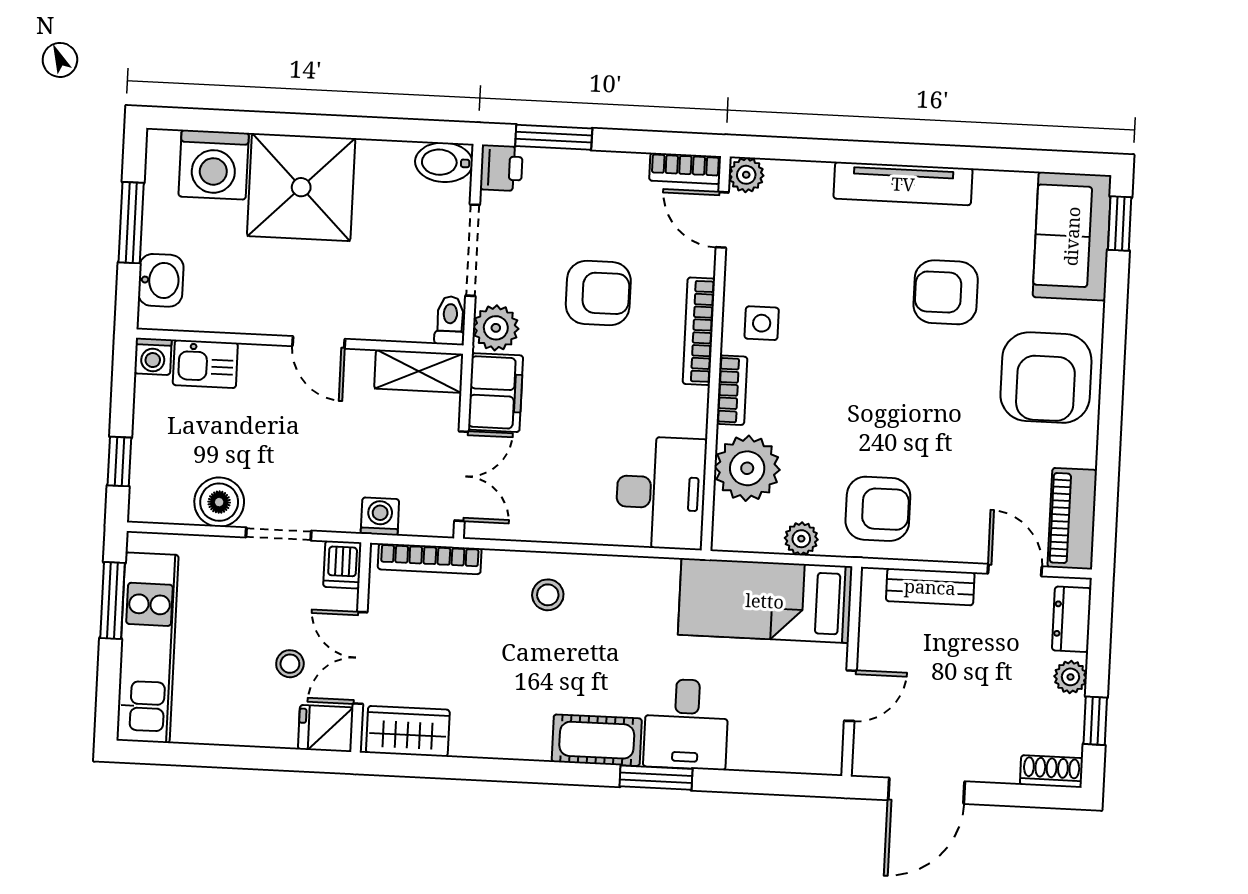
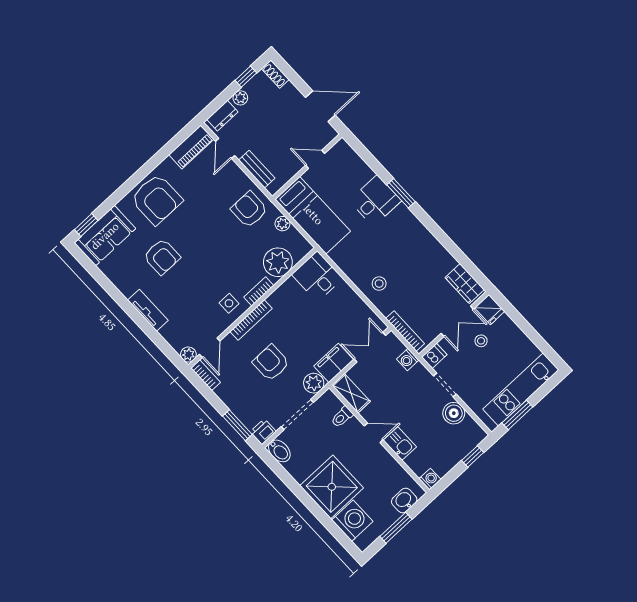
tv unit: (903, 184) -> (148, 310), width x0.71
toilet: (450, 320) -> (342, 417), moved
door: (319, 342) -> (374, 433), hinge flipped
kitchen sink: (205, 364) -> (400, 444), moved
armchair: (1046, 378) -> (156, 199), turned 90
desk: (661, 493) -> (317, 276), width x0.73
cot: (597, 740) -> (408, 223), removed

